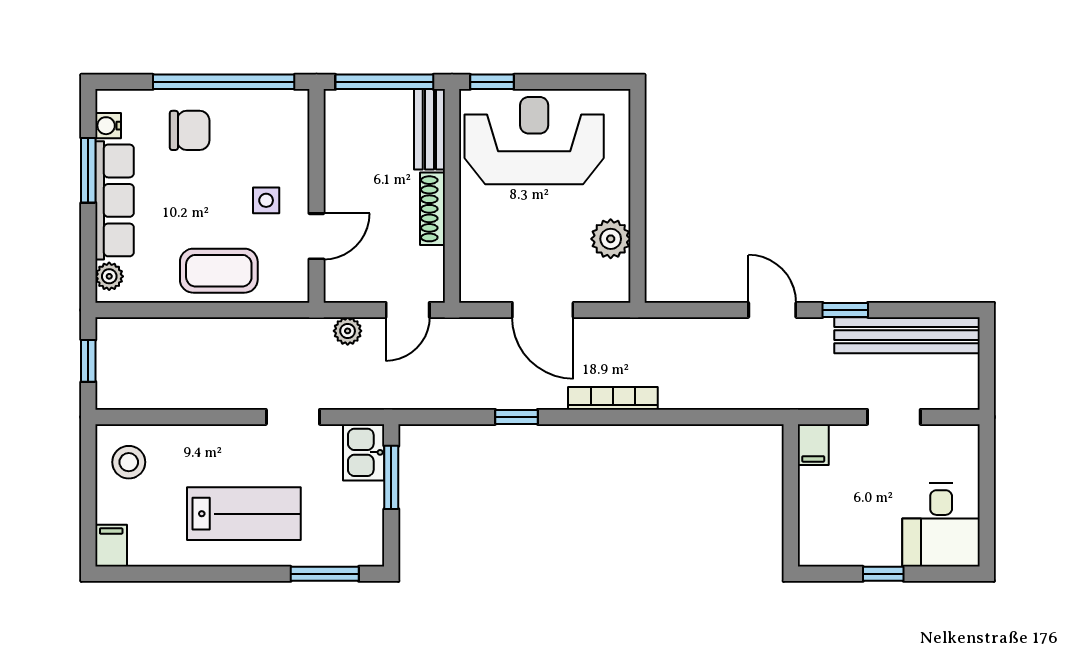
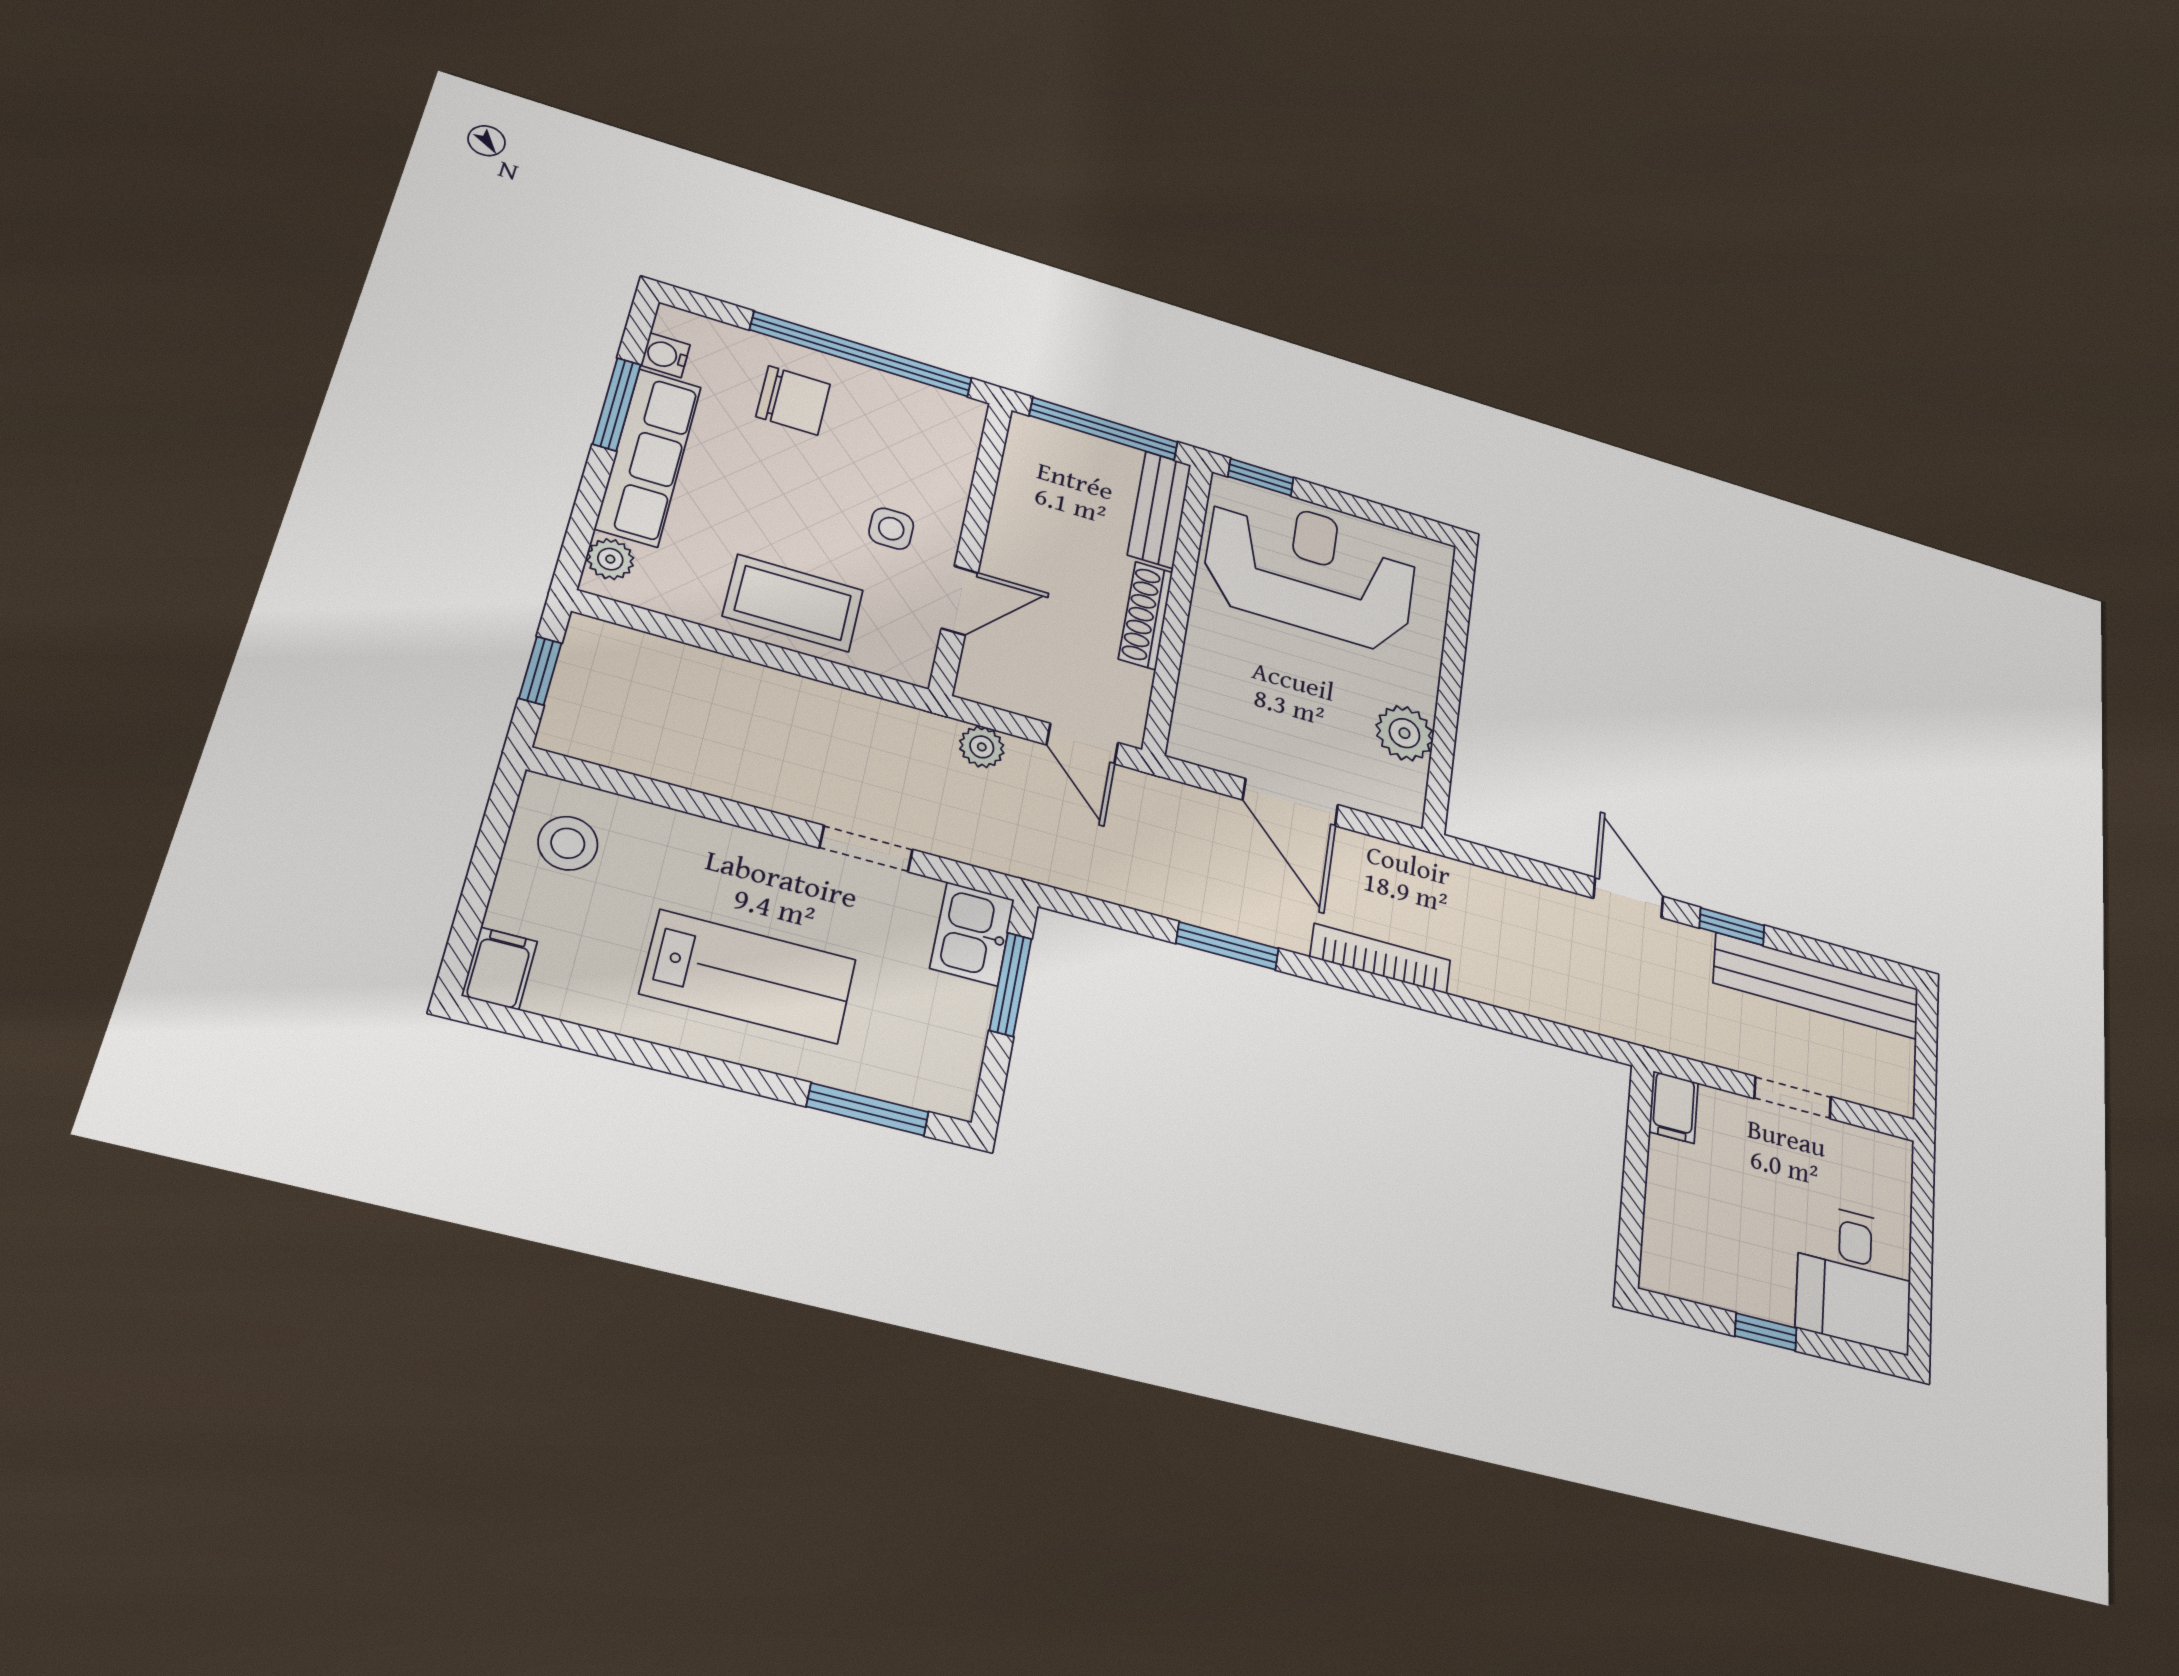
door: (408, 310) -> (1082, 744), hinge flipped
window: (516, 417) -> (1227, 946), width x1.50

